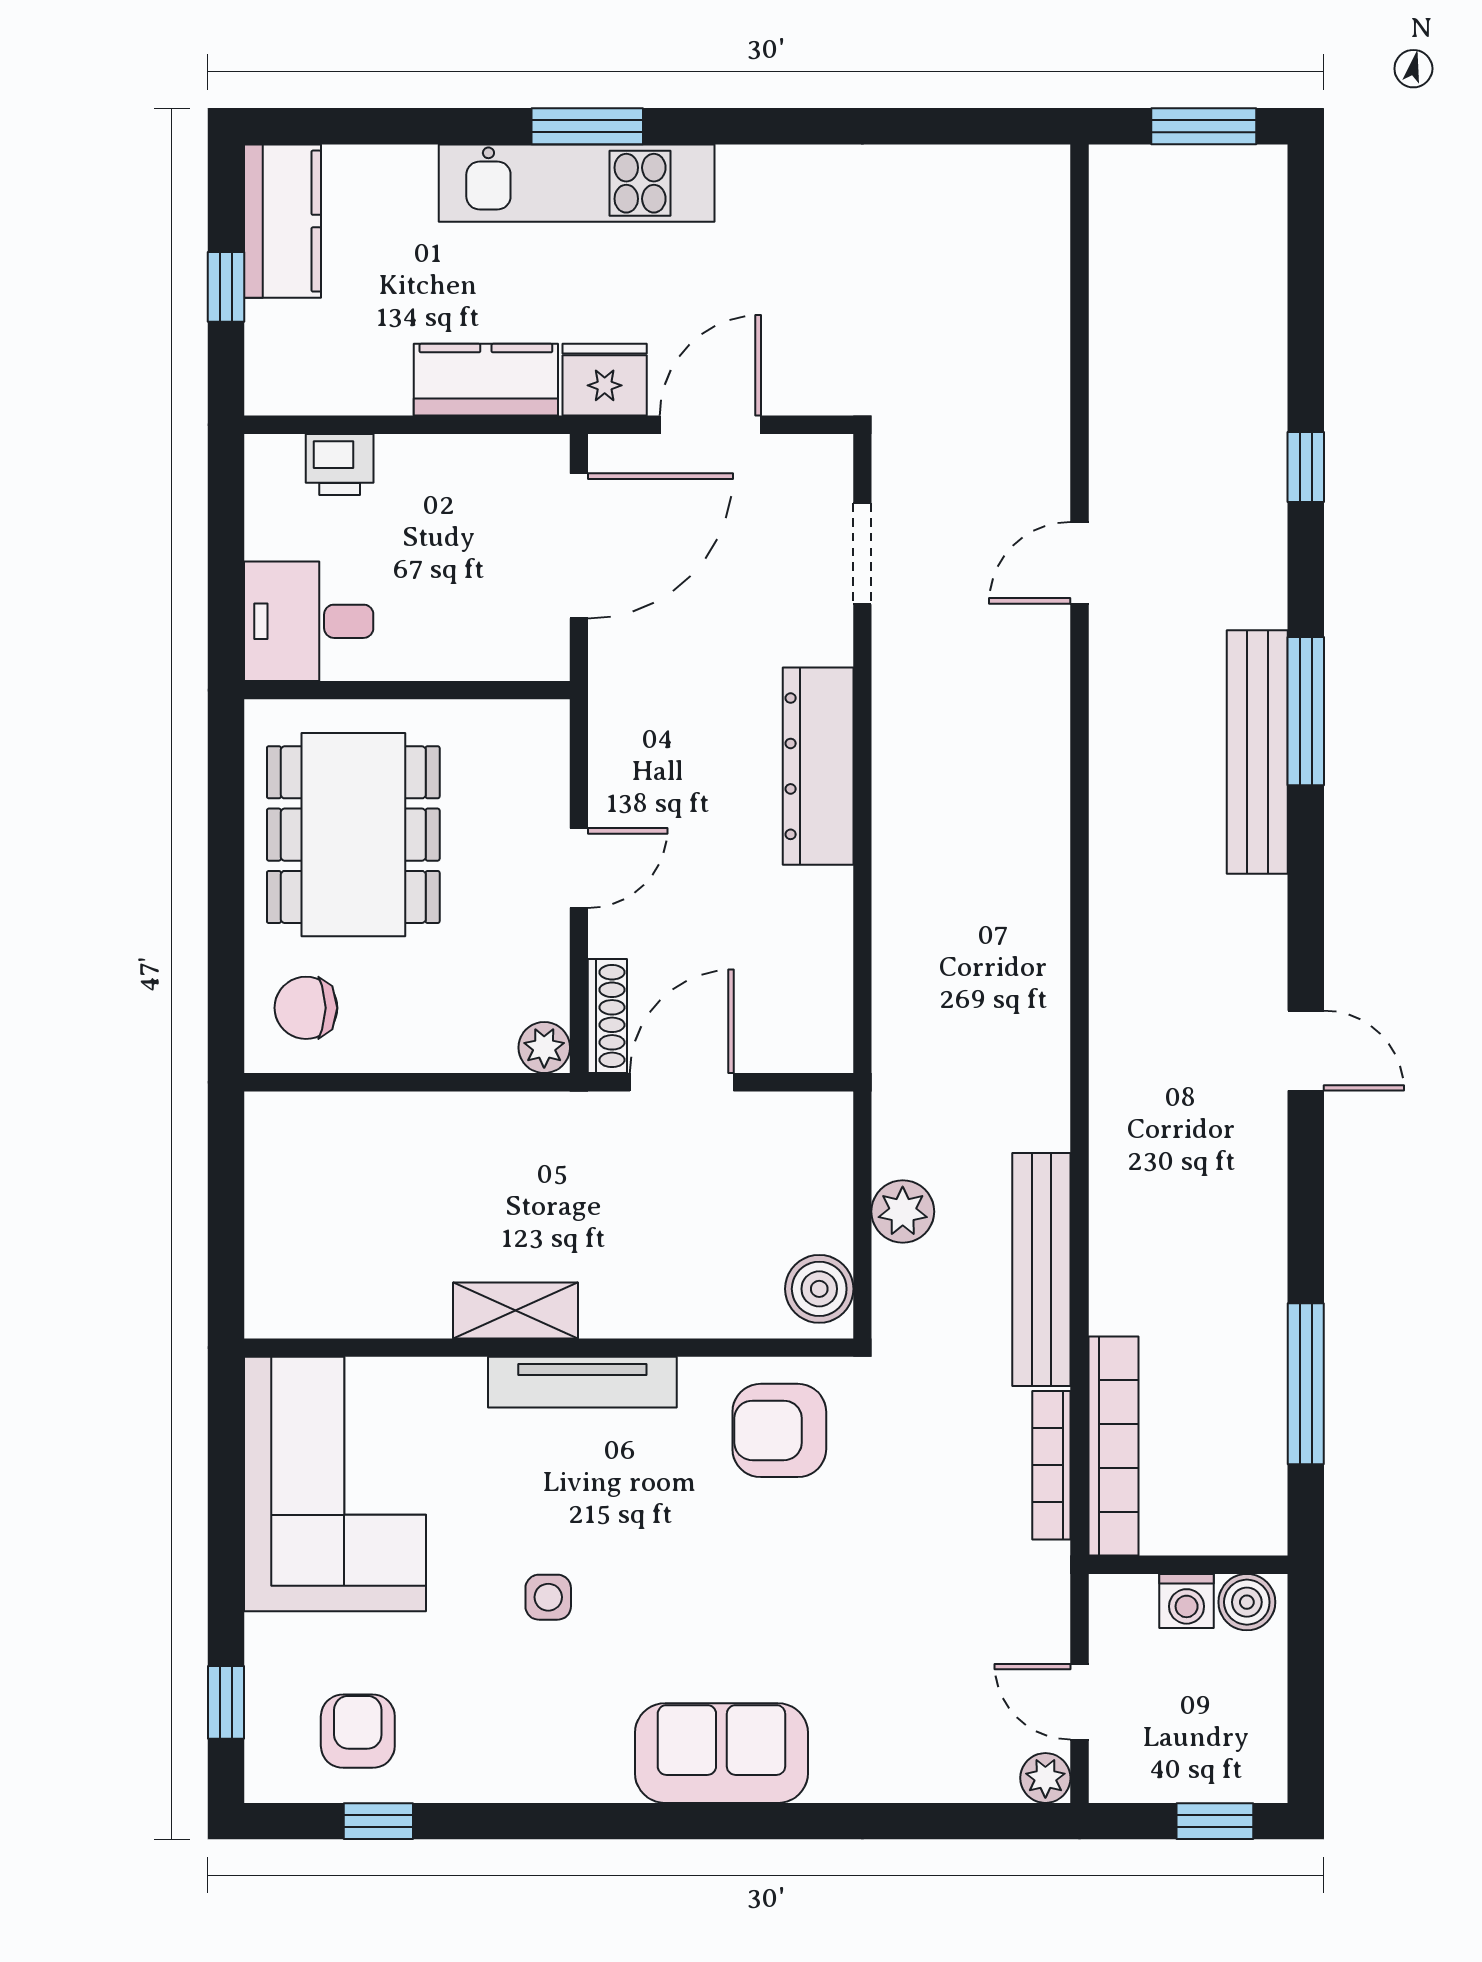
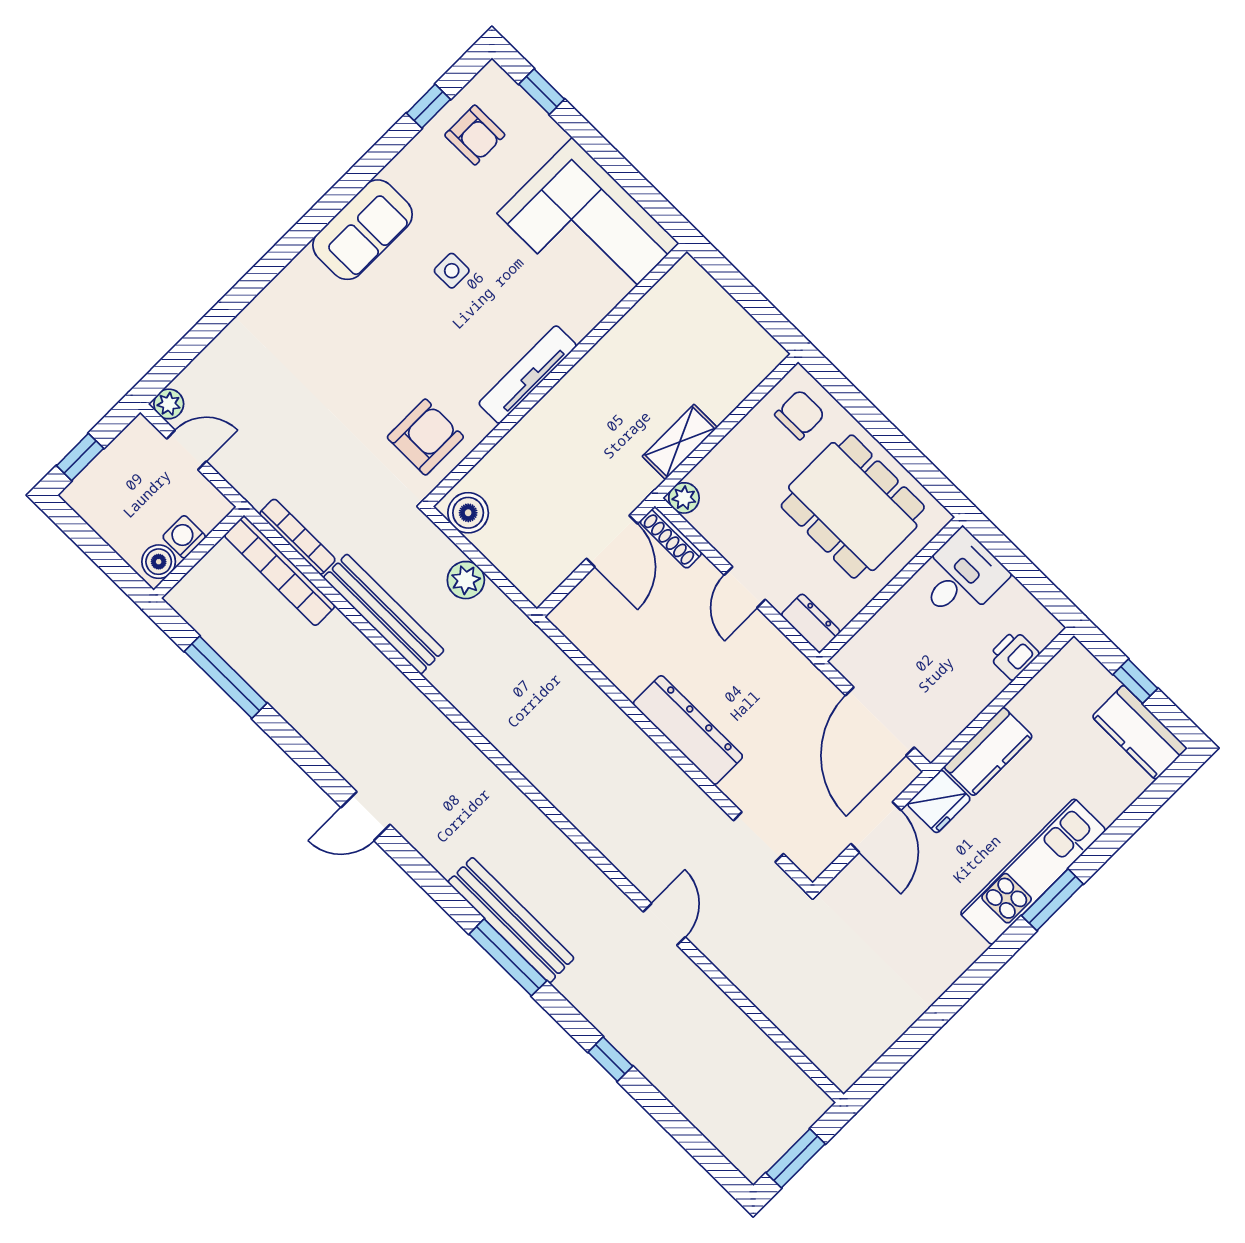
dresser: (544, 746) -> (811, 623), added
shelving: (515, 1311) -> (680, 442), moved
sofa: (721, 1753) -> (363, 230), moved

